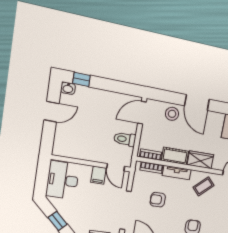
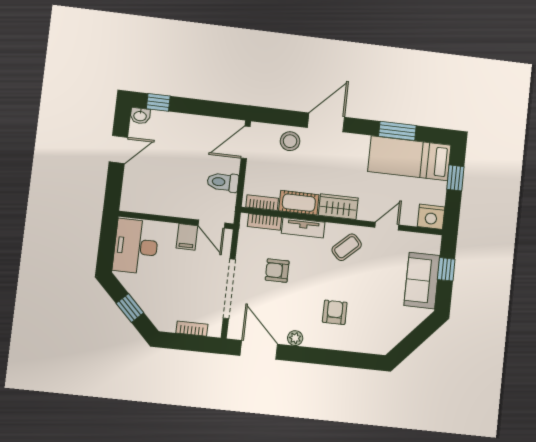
door: (197, 103) -> (326, 122), swing flipped

